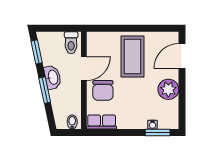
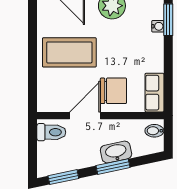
door: (84, 69) -> (85, 116), hinge flipped
washbasin: (53, 77) -> (116, 152), moved

